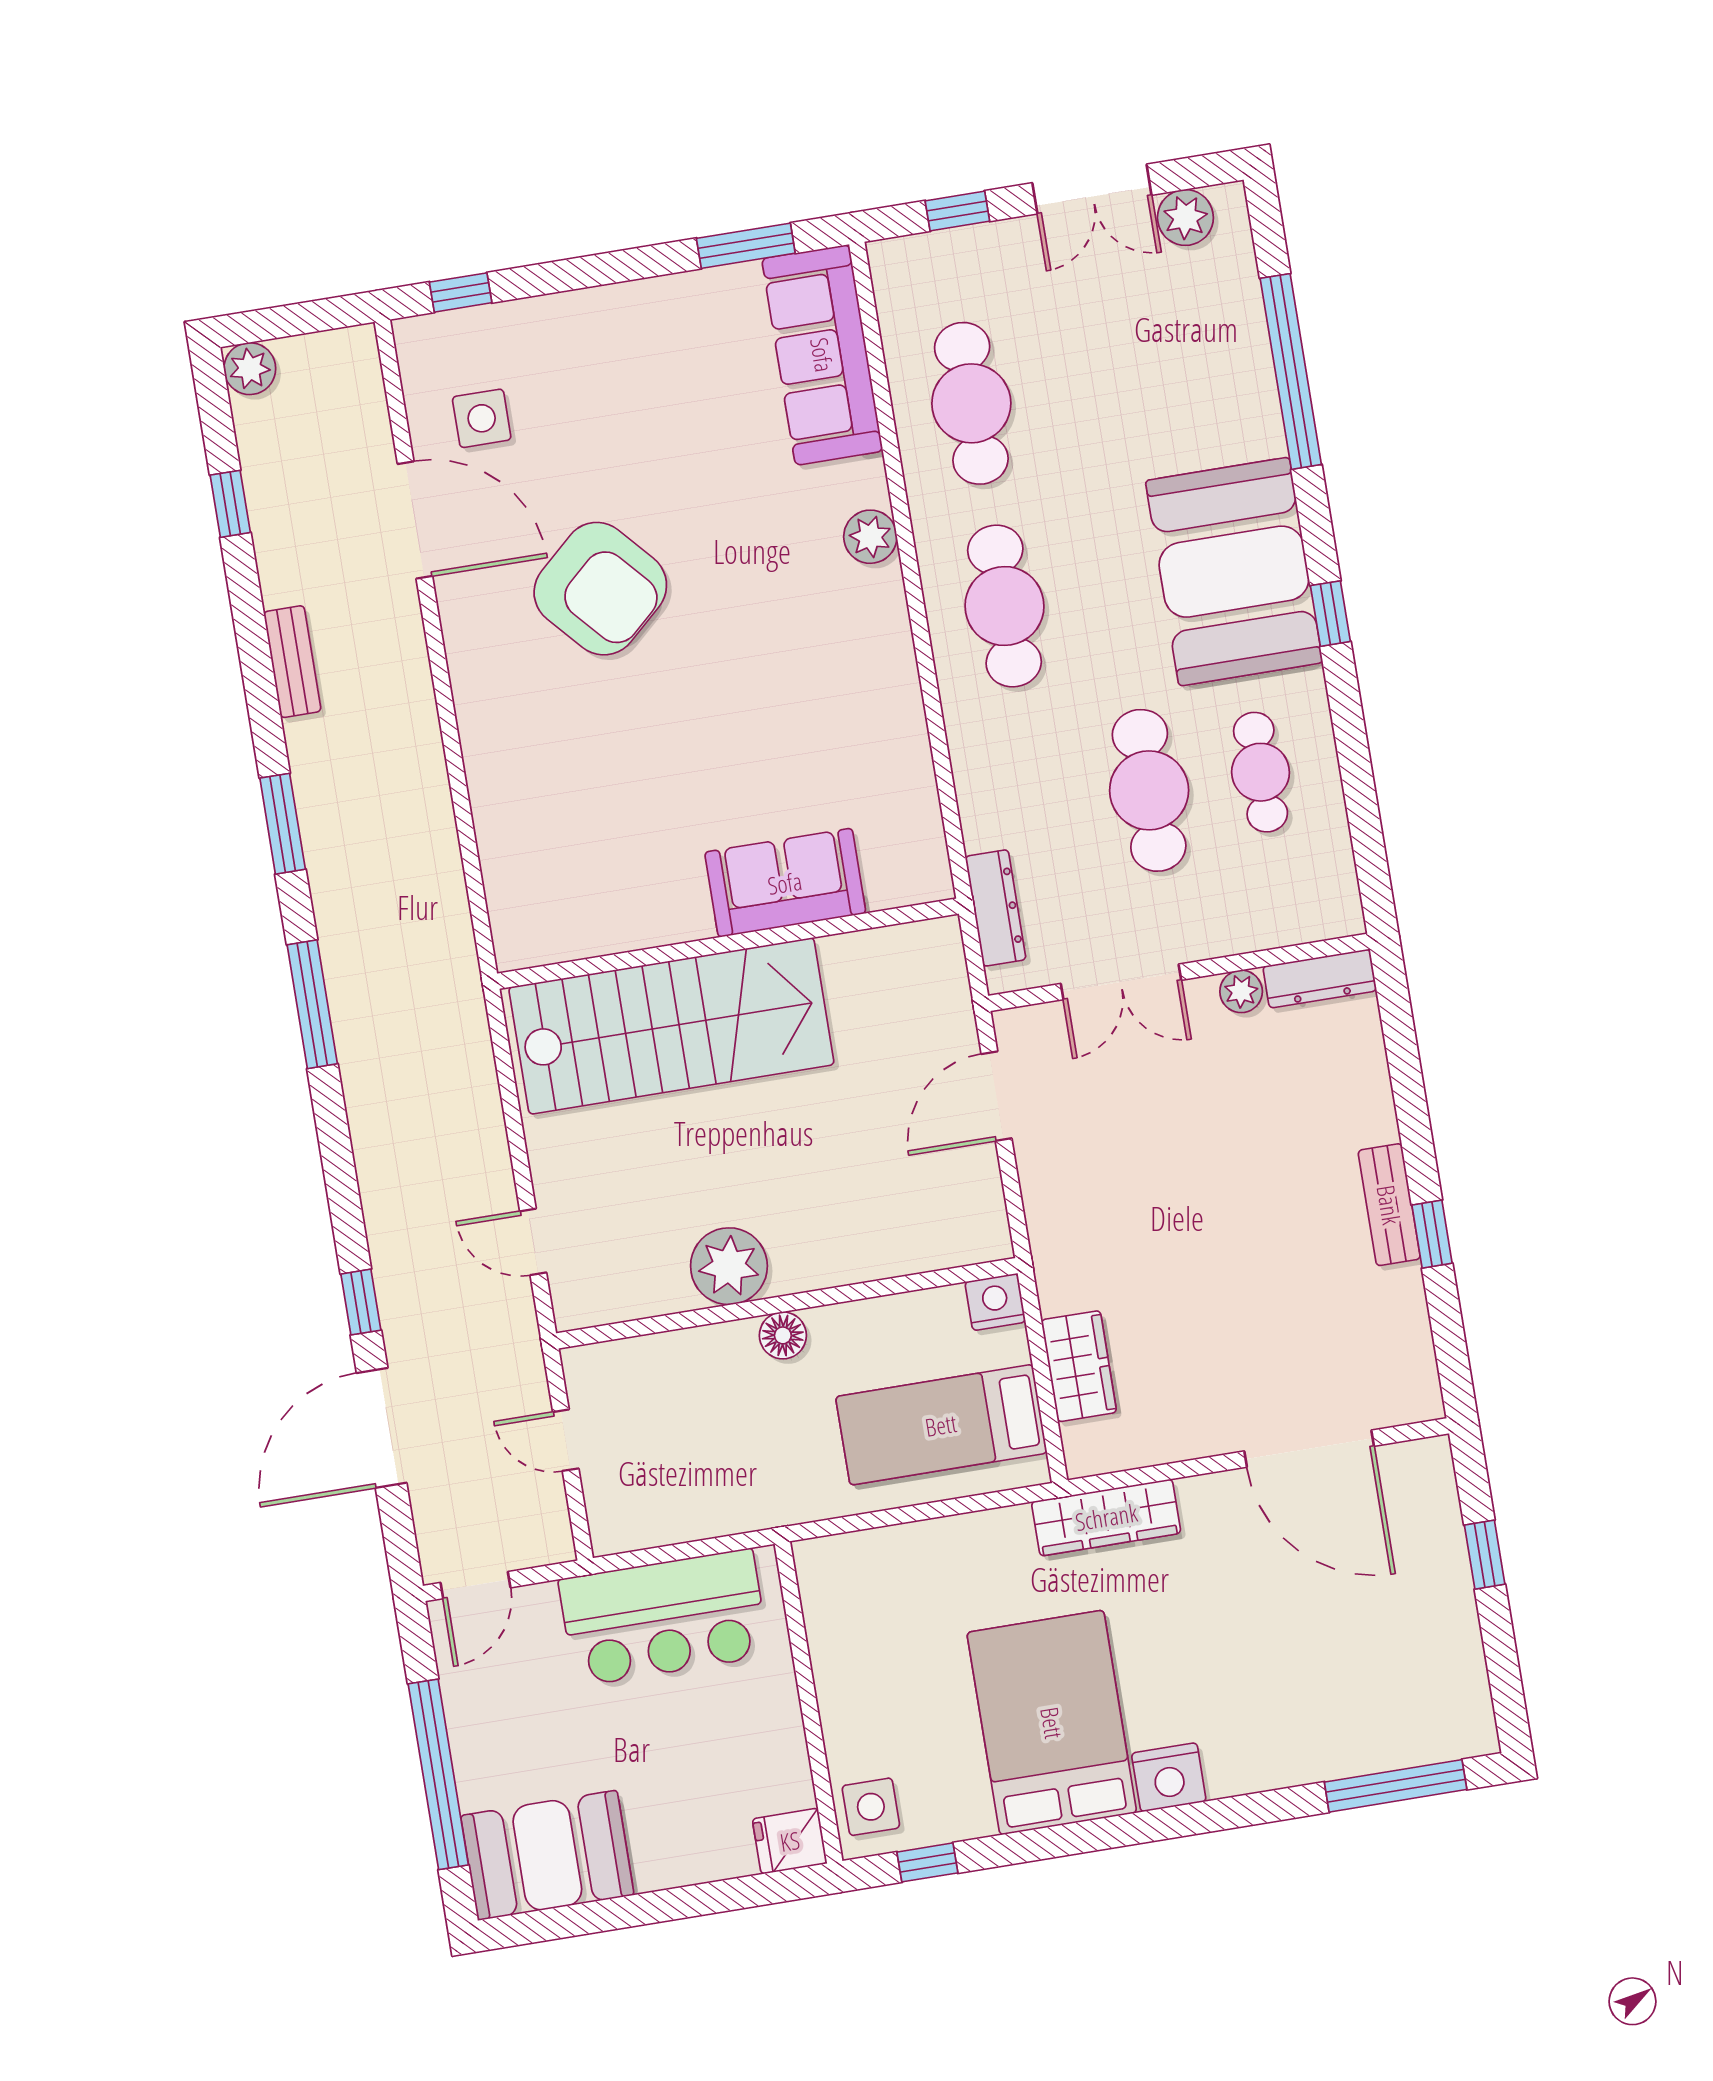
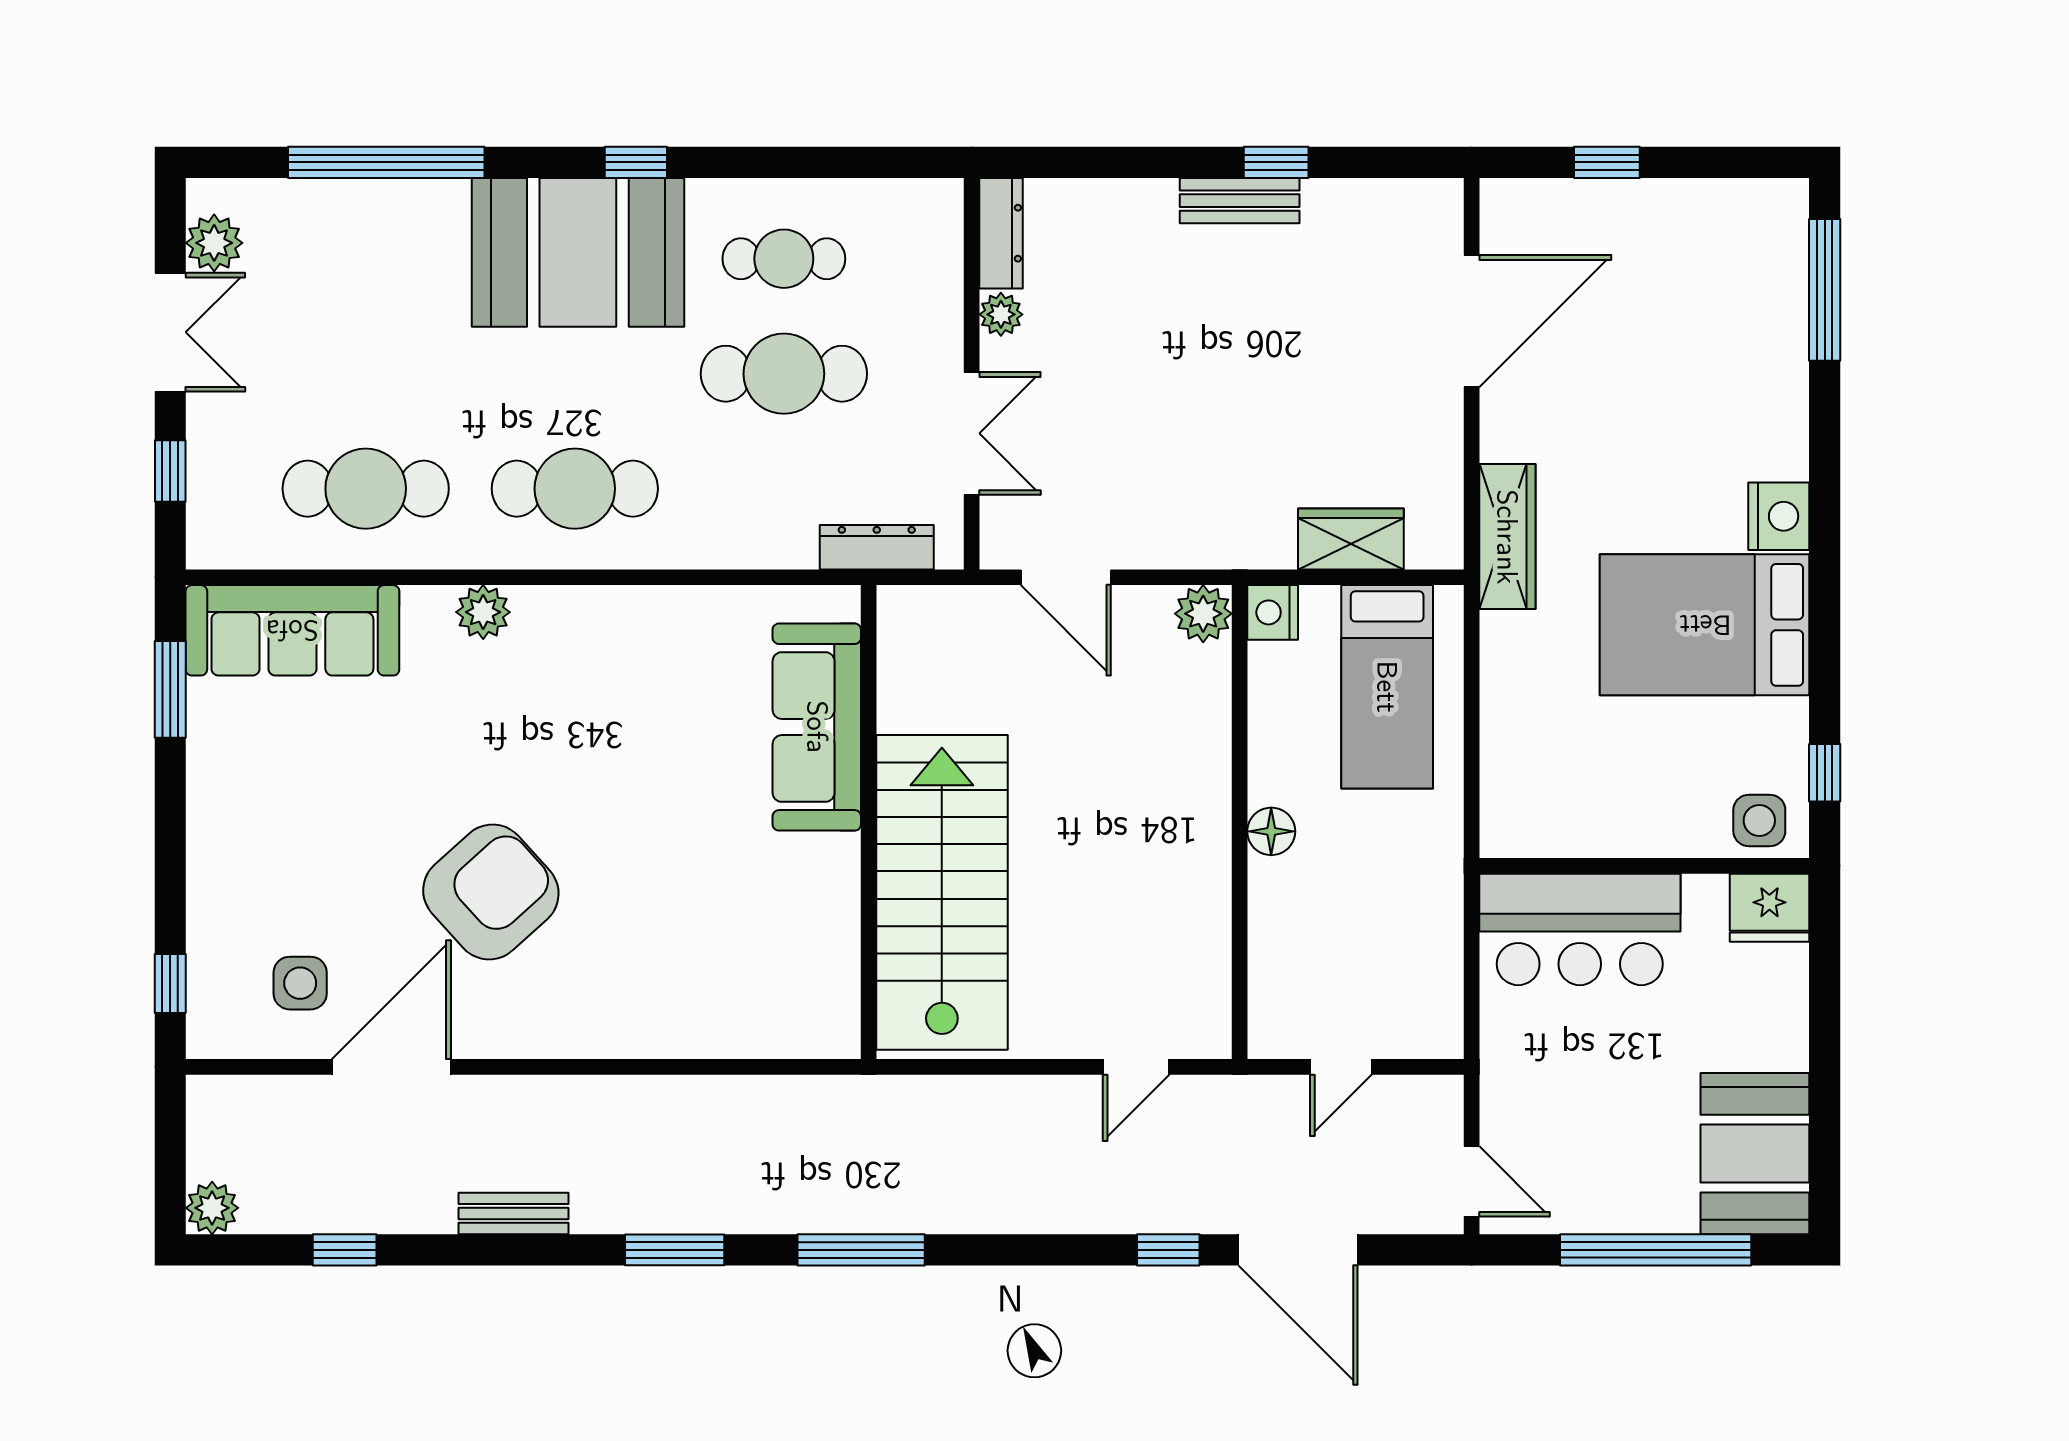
sofa: (785, 883) -> (817, 727), width x1.36
plant: (729, 1266) -> (1203, 614), moved, width x0.73, depth x0.73
bar counter: (664, 1618) -> (1580, 929), moved, turned 90
fridge: (790, 1841) -> (1769, 908), width x1.38

